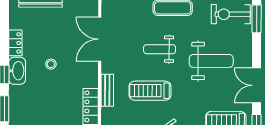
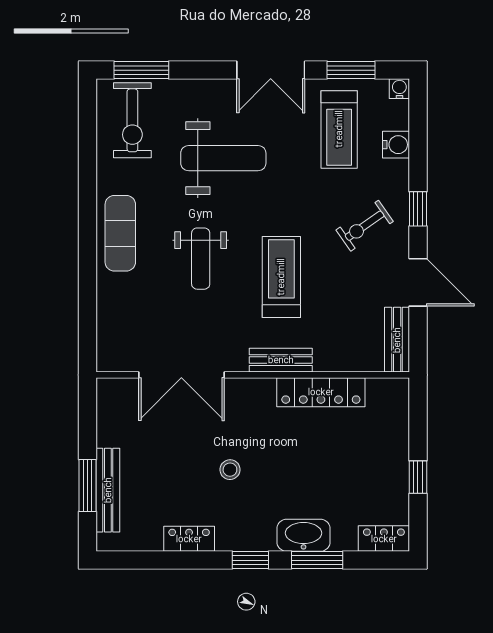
weight bench: (211, 61) -> (223, 158), turned 90
washbasin: (17, 71) -> (304, 535), moved
treadmill: (150, 91) -> (281, 277), turned 180

